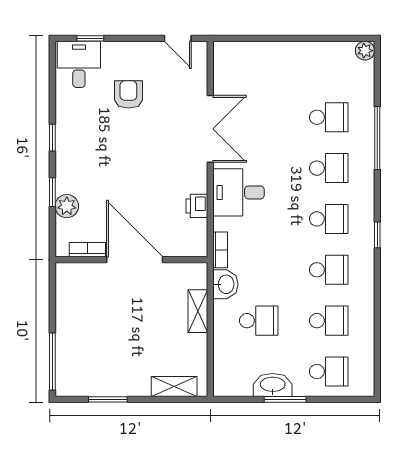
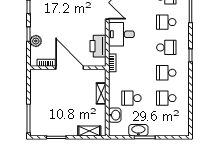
school desk: (329, 168) -> (166, 22), turned 180
printer: (197, 206) -> (98, 46), width x1.87, depth x1.48
school desk: (329, 270) -> (166, 73), turned 180
washbasin: (225, 284) -> (115, 115), moved
school desk: (259, 321) -> (131, 98), turned 180
school desk: (329, 321) -> (166, 98), turned 180
school desk: (329, 372) -> (166, 123), removed

